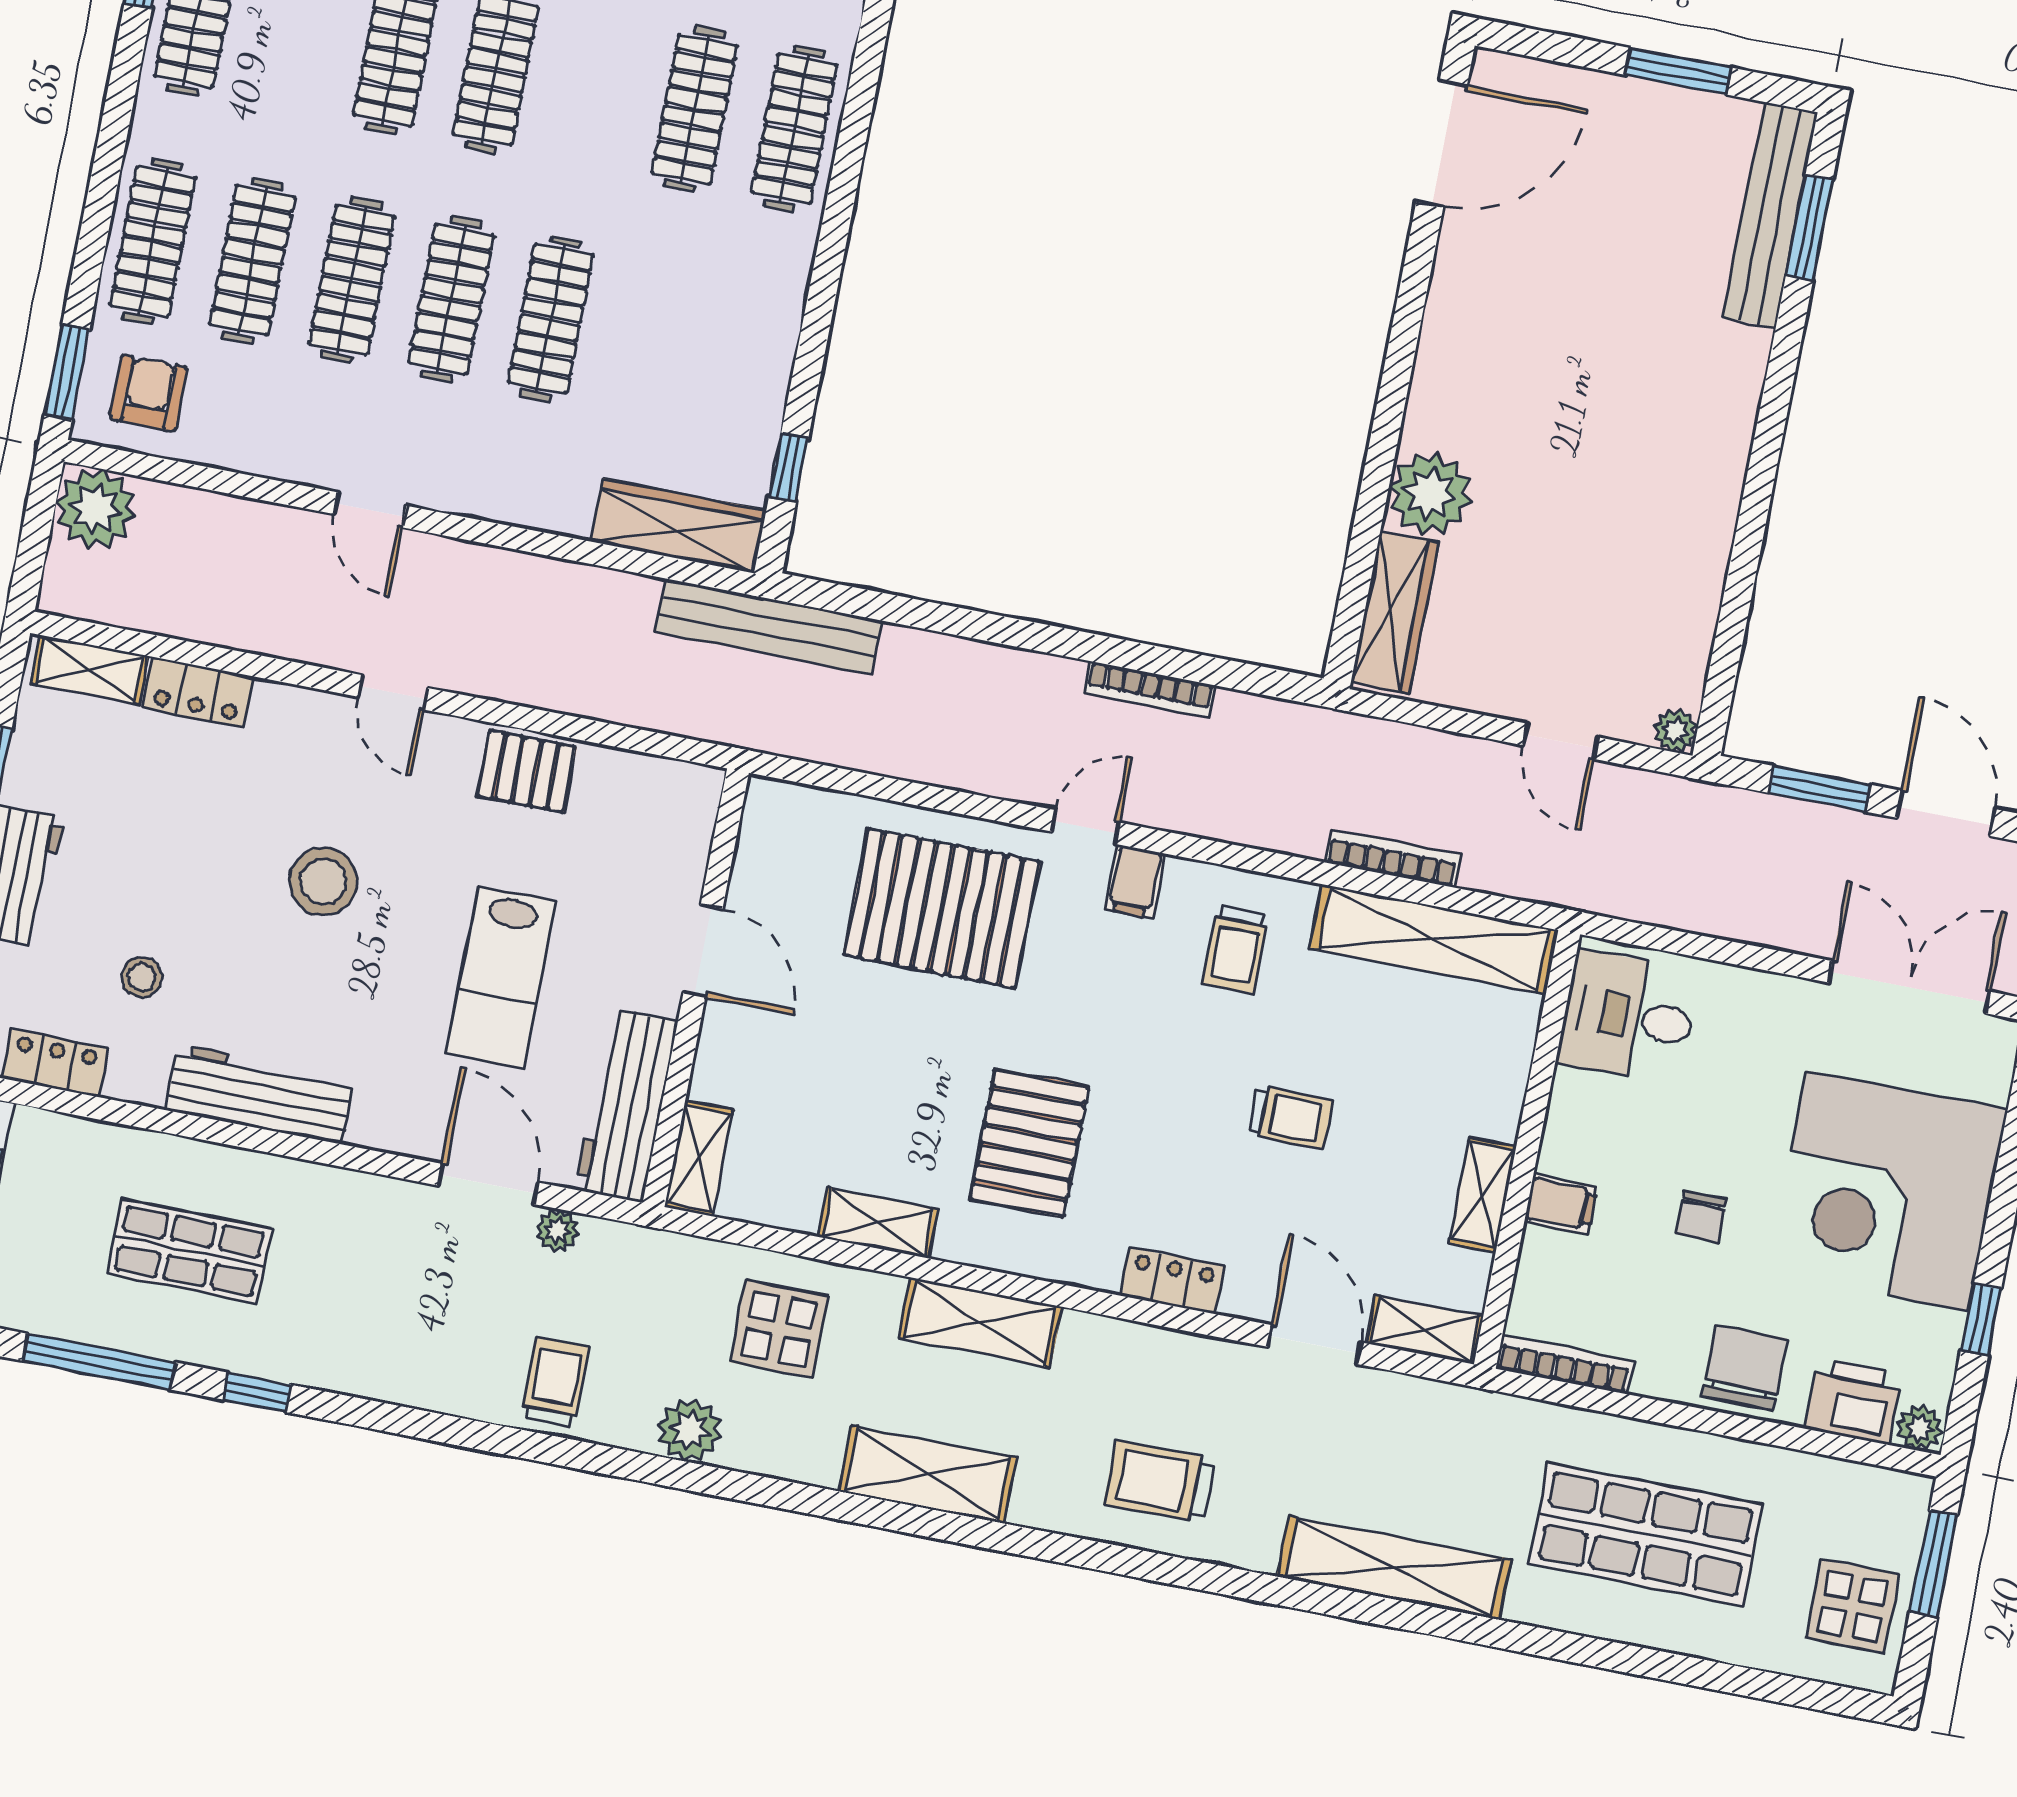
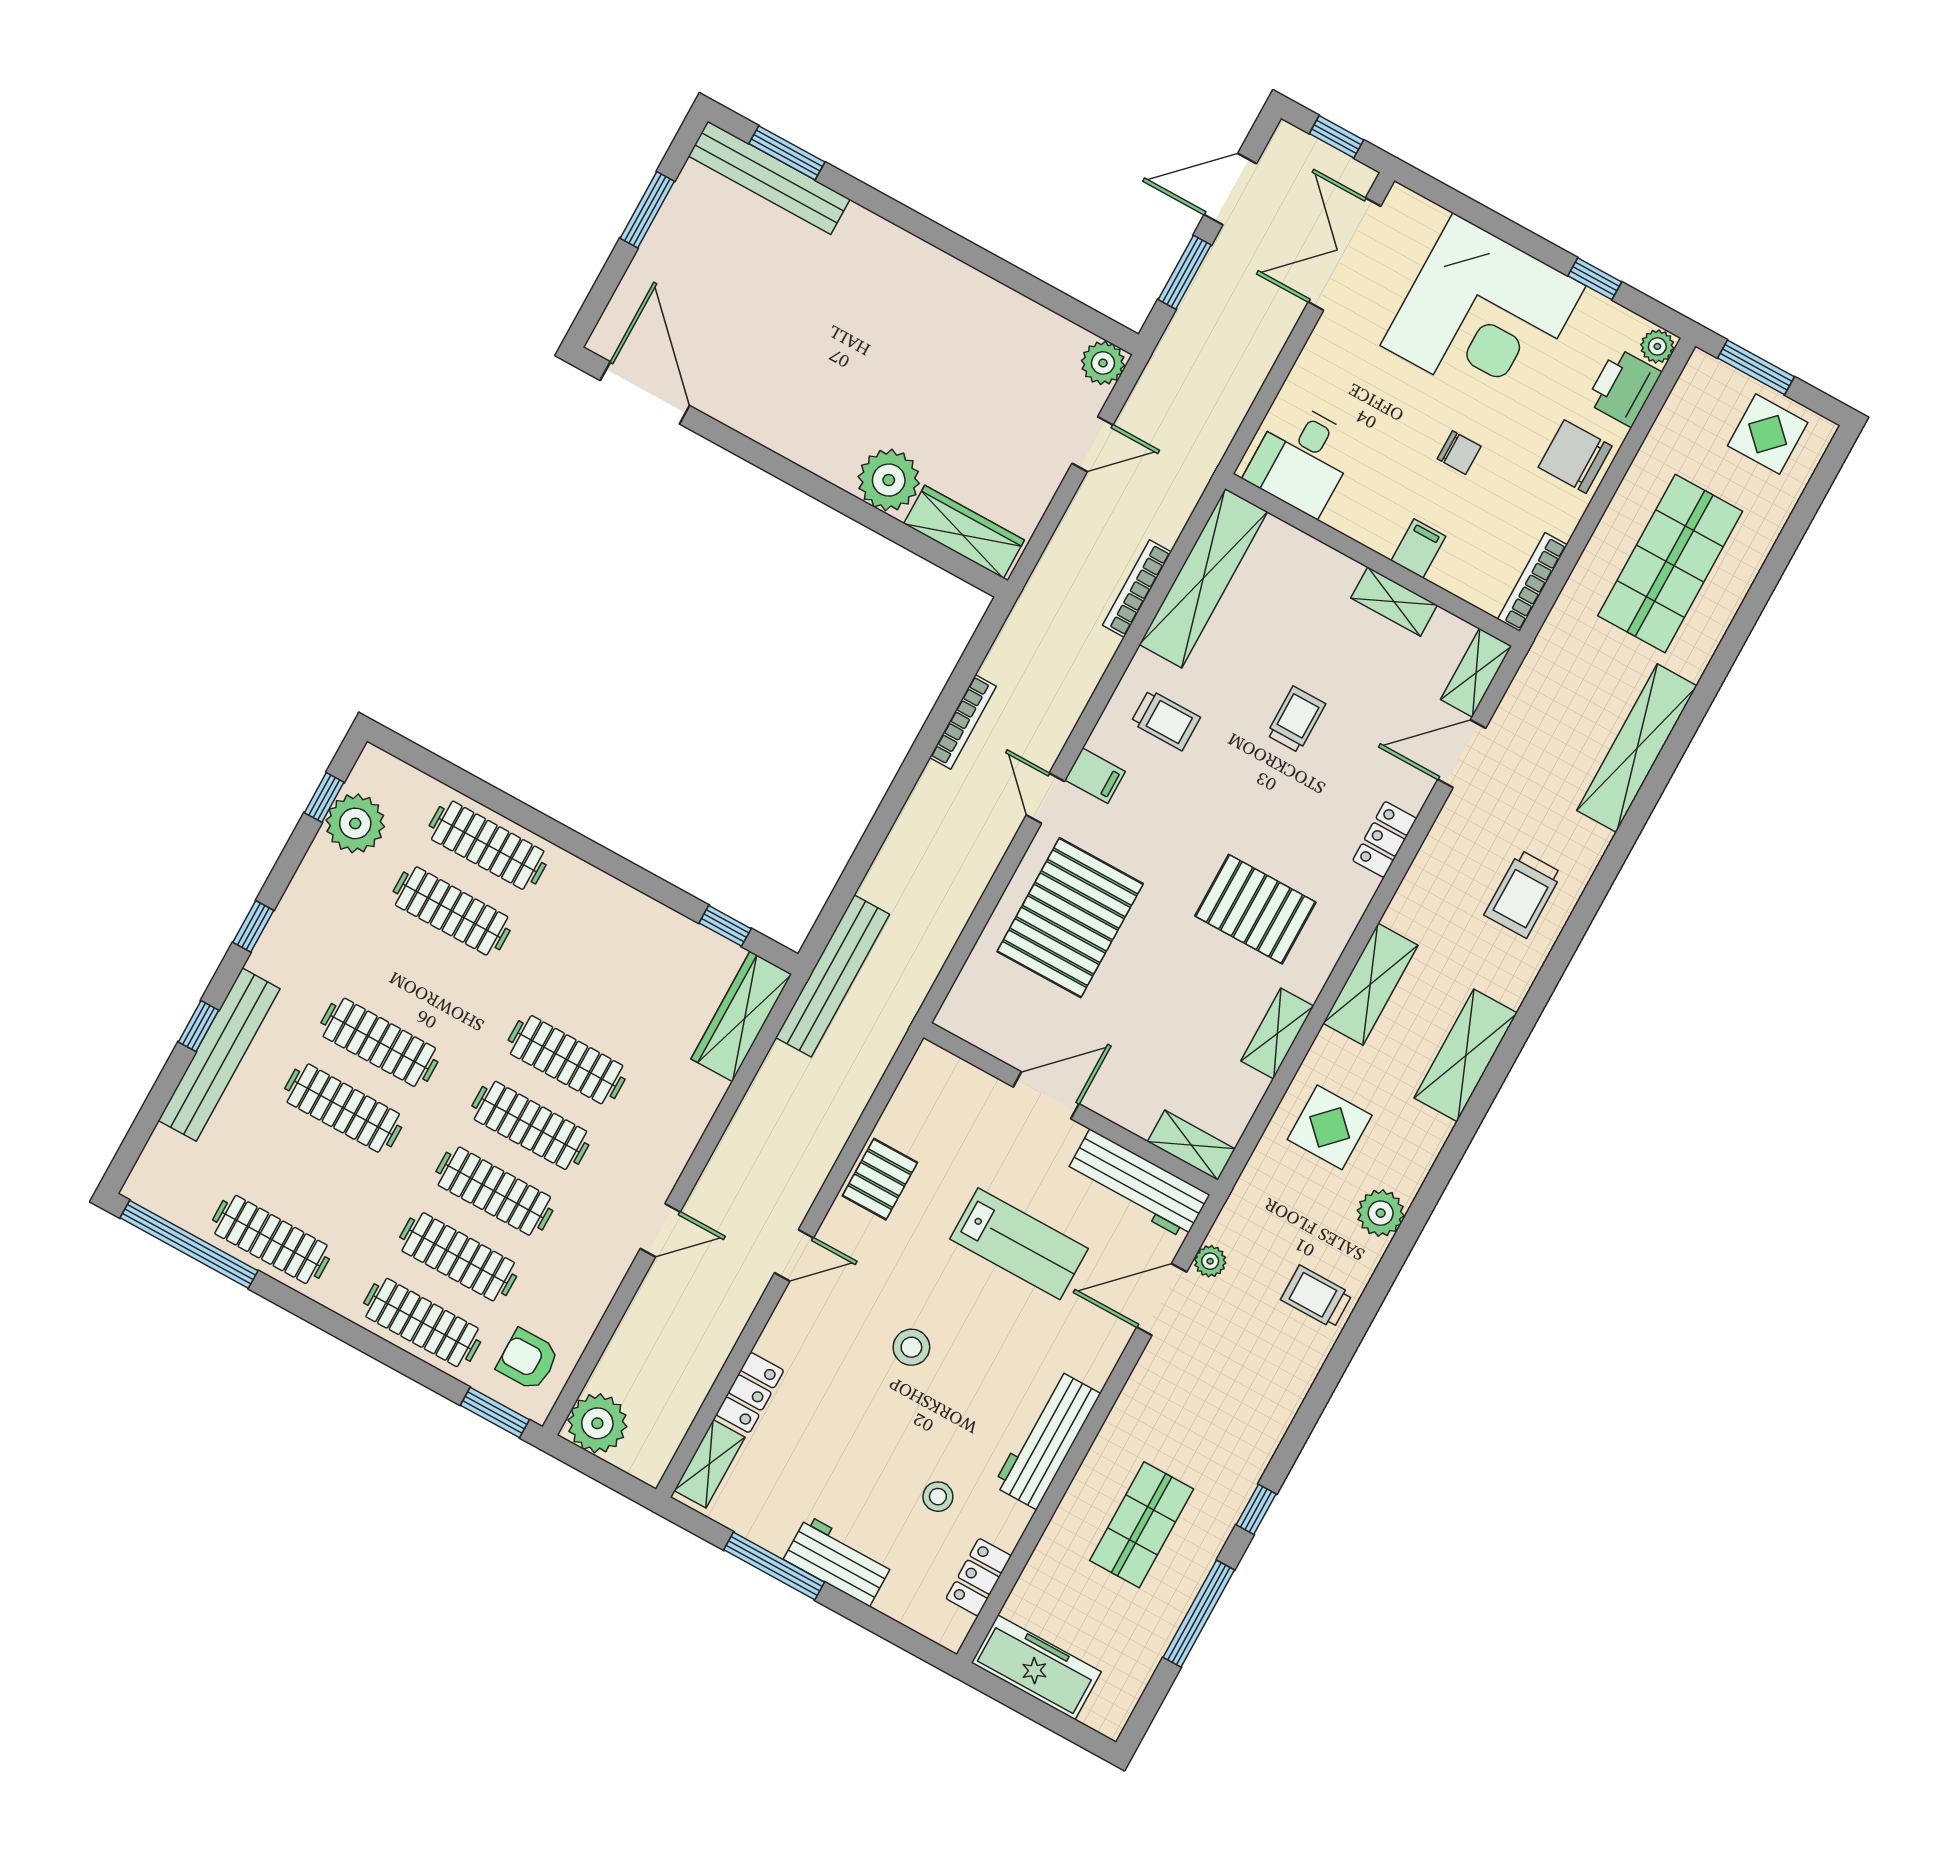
plant: (1676, 731) -> (1103, 363), width x1.38, depth x1.38
stool: (323, 881) -> (911, 1347), width x0.73, depth x0.73

